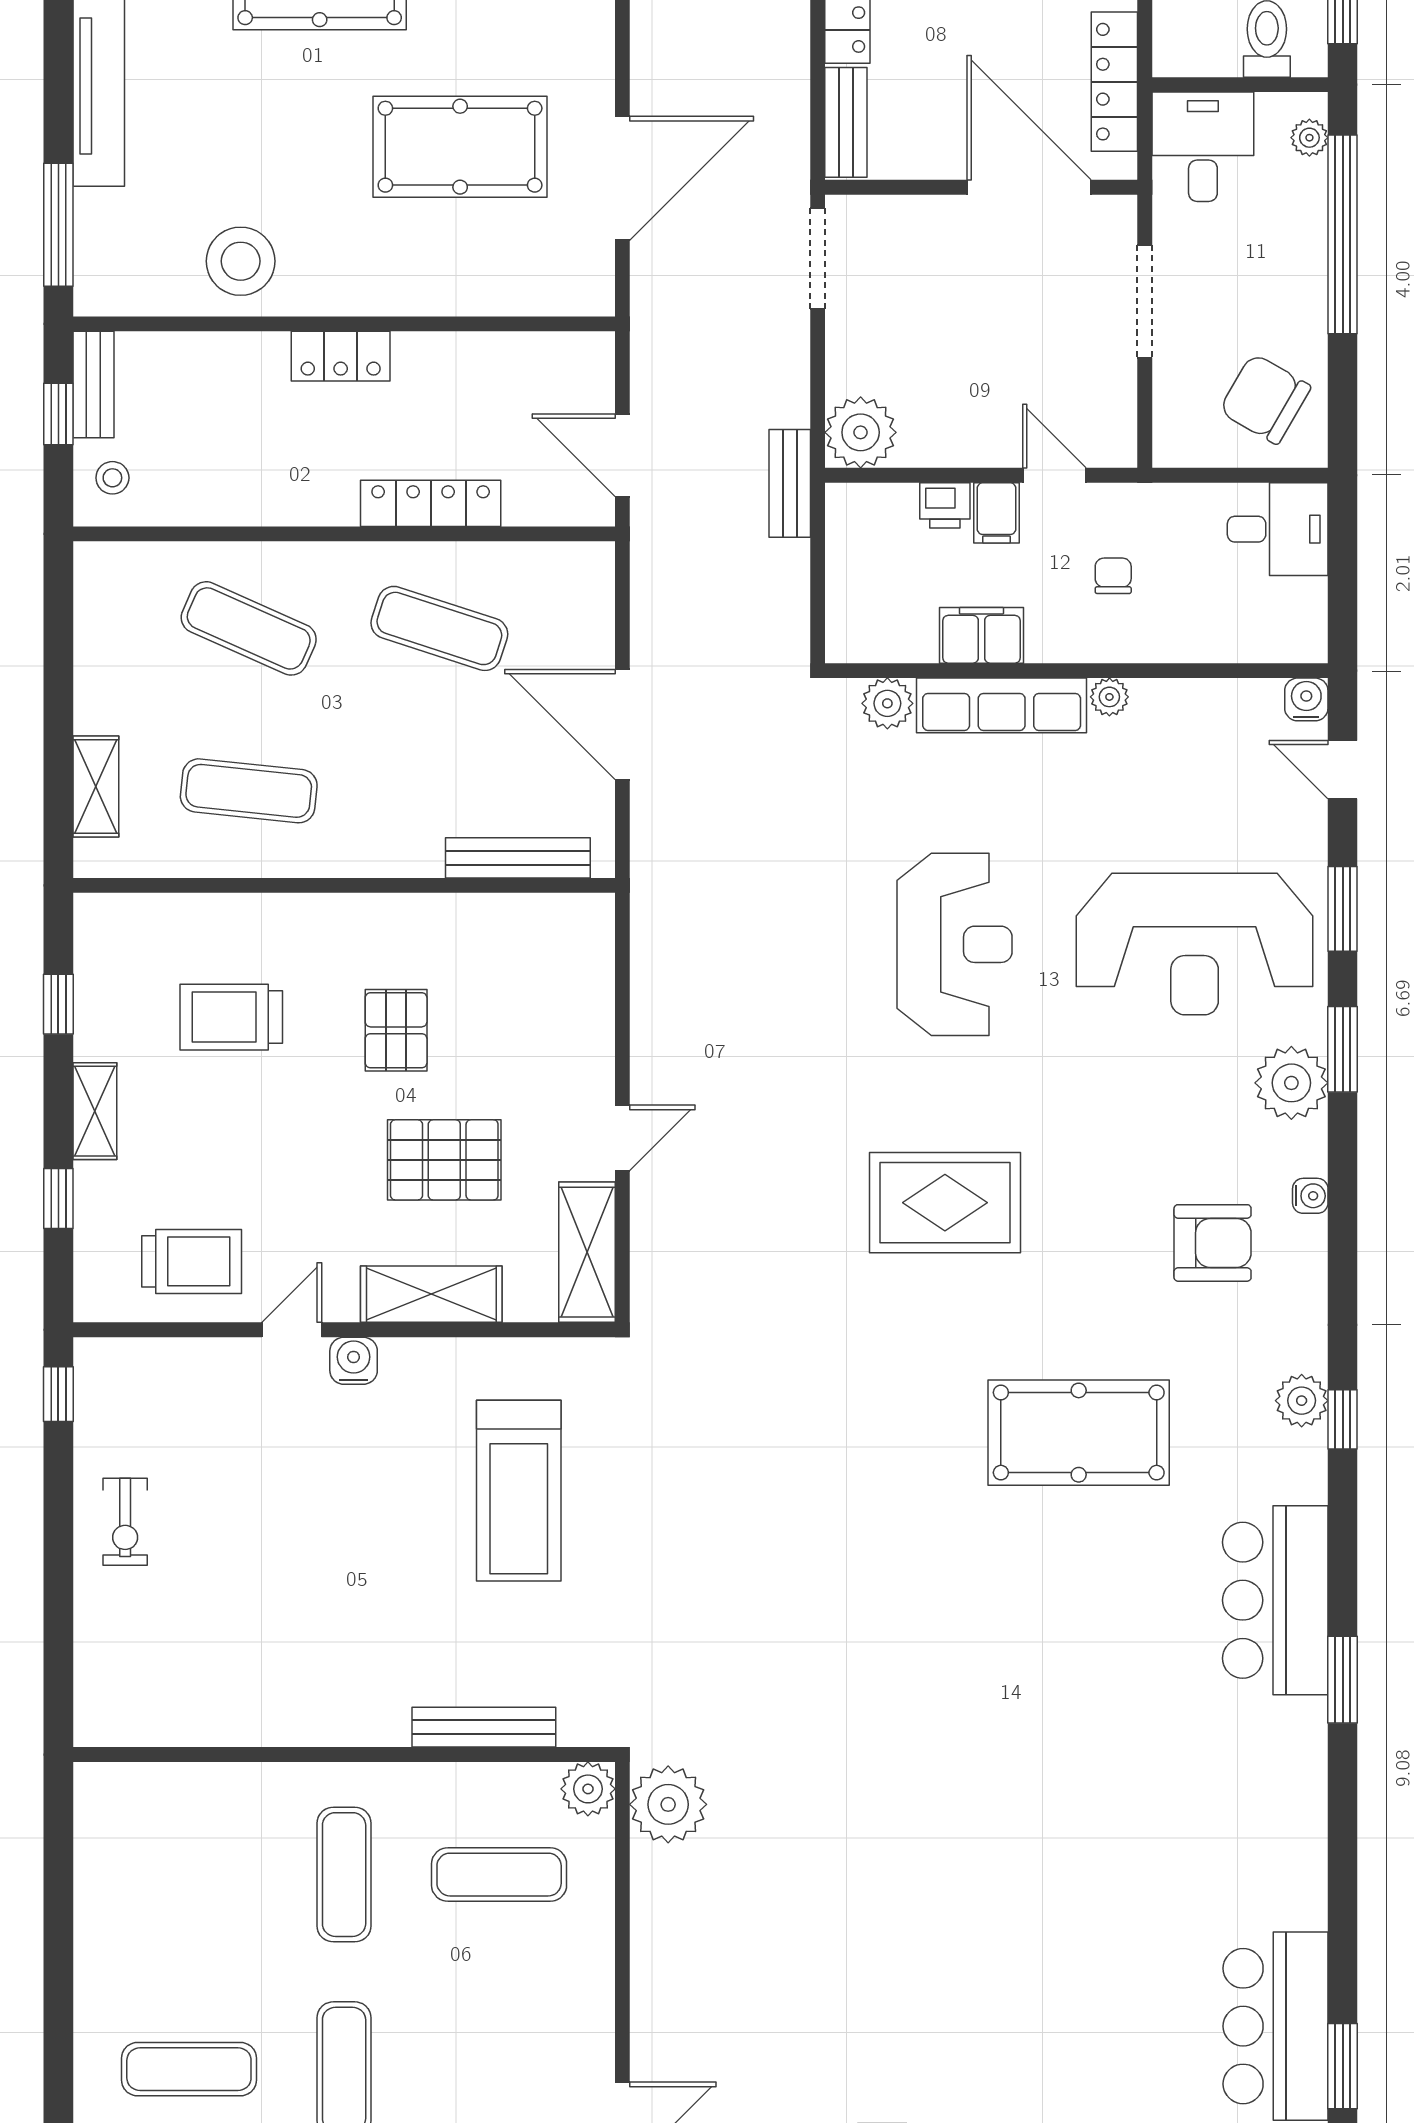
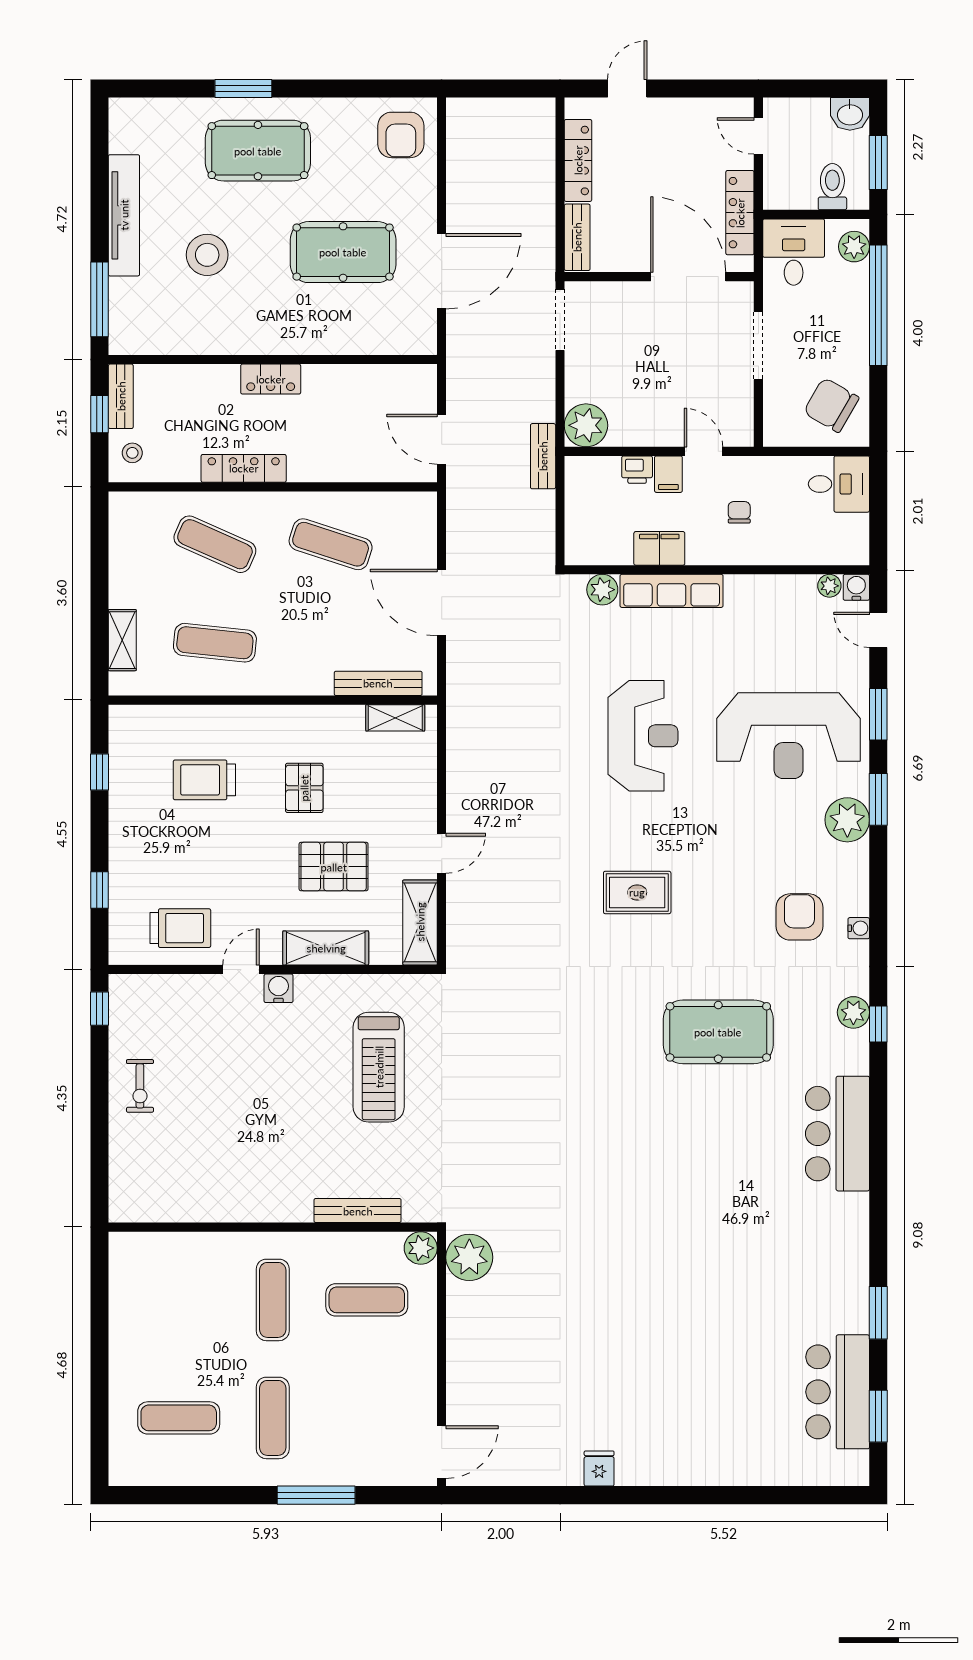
plant: (1309, 138) -> (854, 247), width x1.38, depth x1.38
stool: (241, 261) -> (207, 255), moved
locker: (431, 503) -> (244, 468), moved
plant: (1109, 697) -> (829, 586), moved
shelving: (95, 1111) -> (395, 718), moved, turned 90
water cooler: (1310, 1196) -> (859, 928), moved
rug: (945, 1203) -> (637, 892), width x0.73, depth x0.70
armchair: (1213, 1243) -> (799, 917), turned -90
window: (1343, 1680) -> (878, 1313), moved

